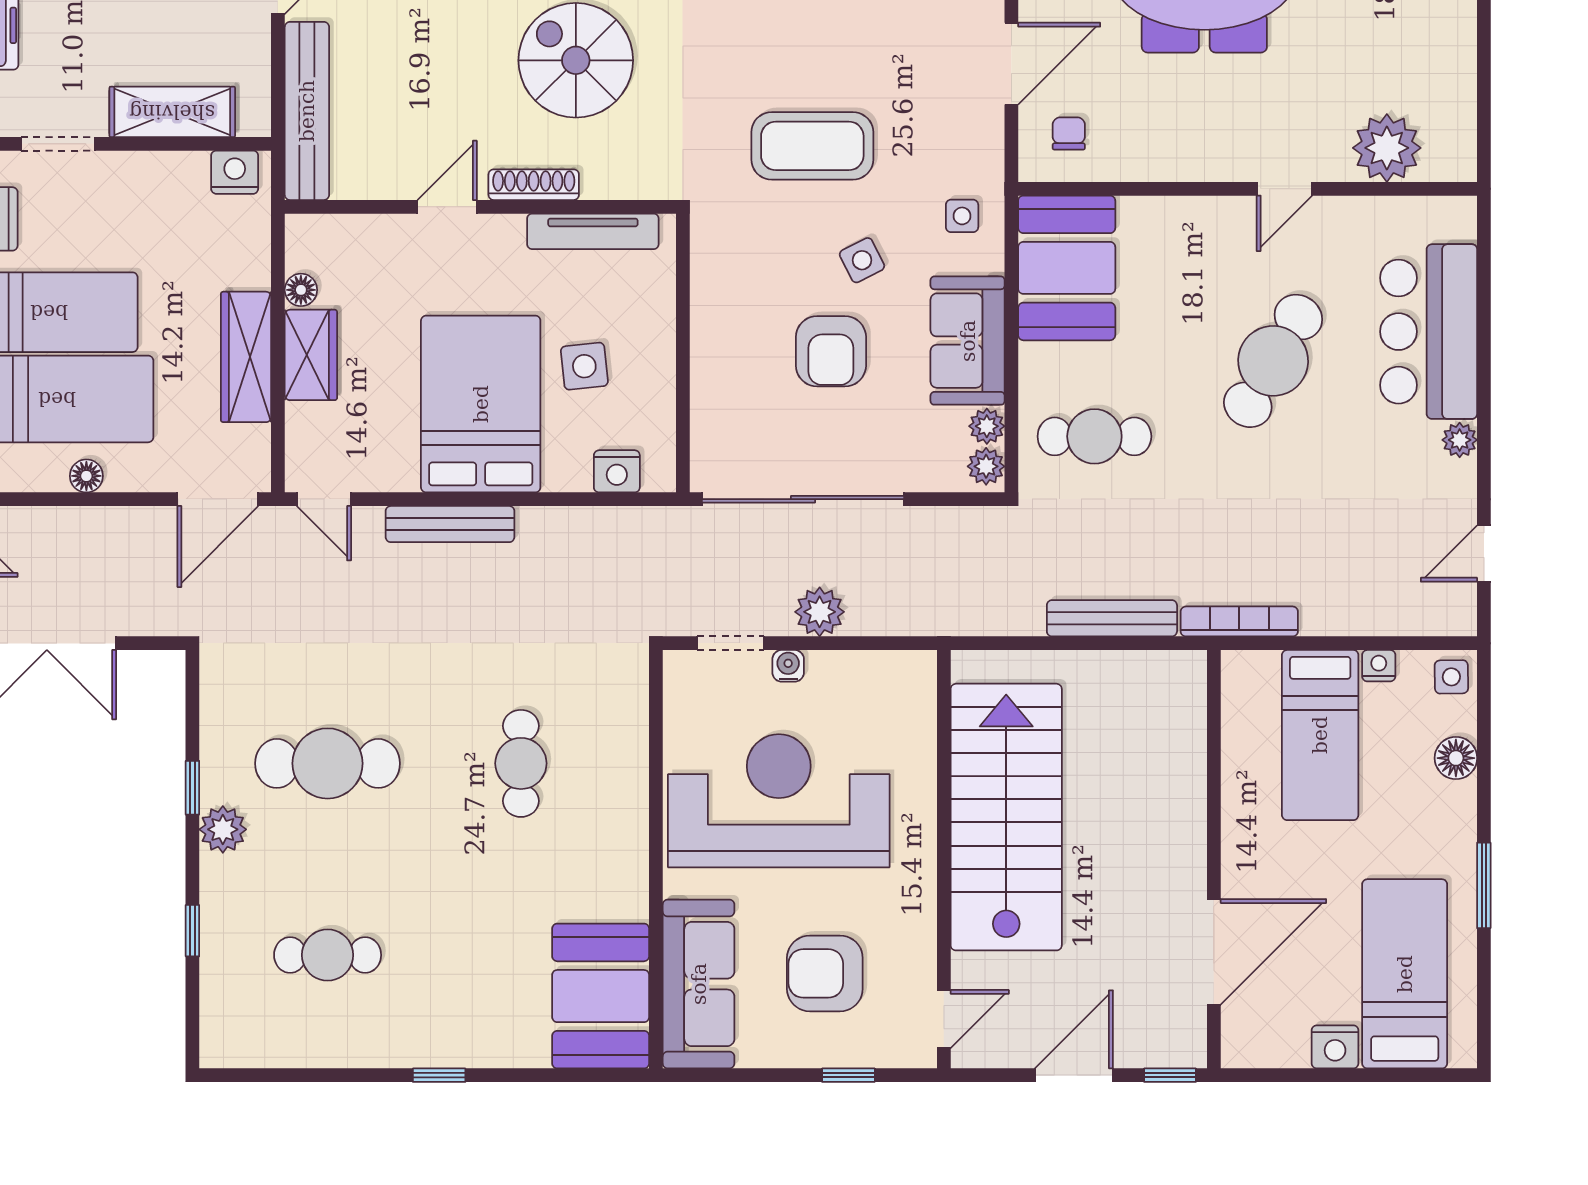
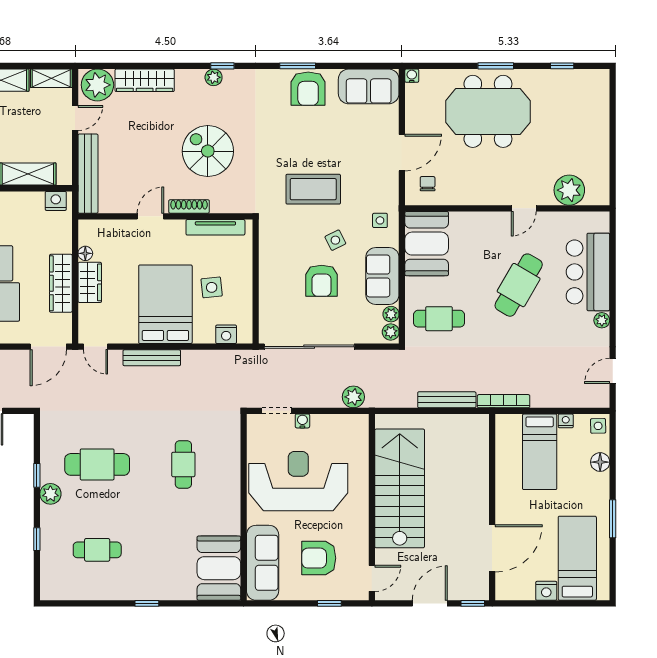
plant: (820, 612) -> (353, 397), moved

